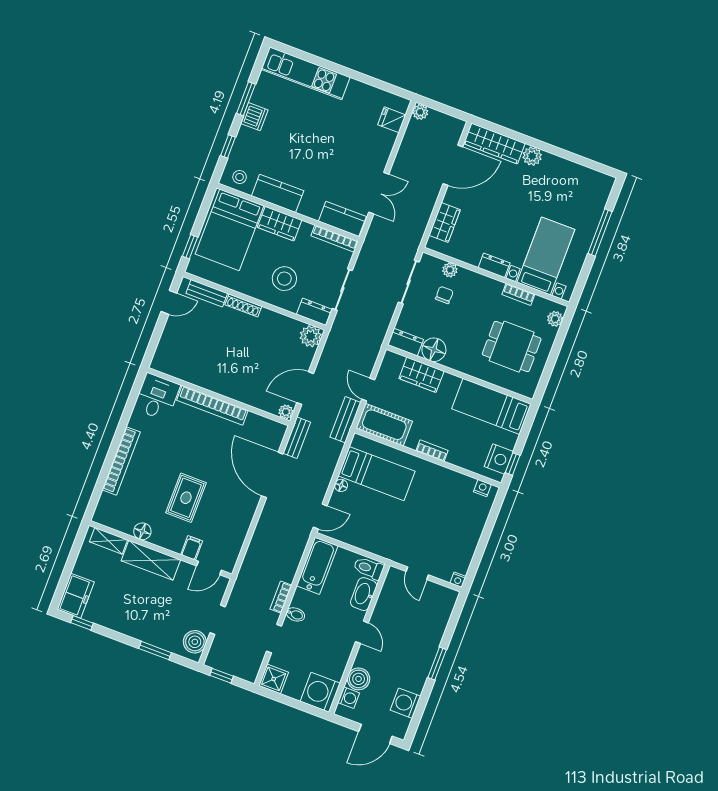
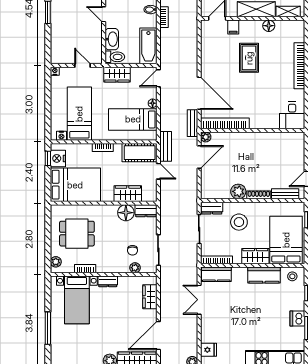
plant: (311, 336) -> (238, 191), moved
bookcase: (212, 405) -> (225, 123), moved
bed: (491, 406) -> (75, 185), width x1.50
bed: (446, 509) -> (79, 114), added
wardrobe: (375, 543) -> (117, 75), added

